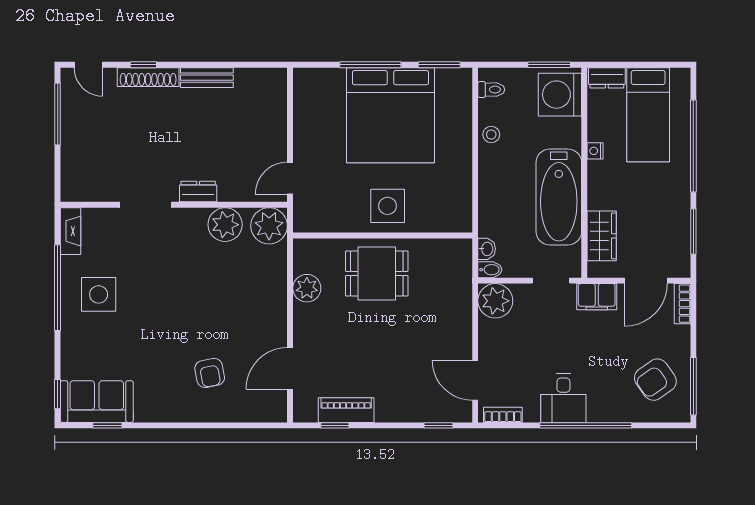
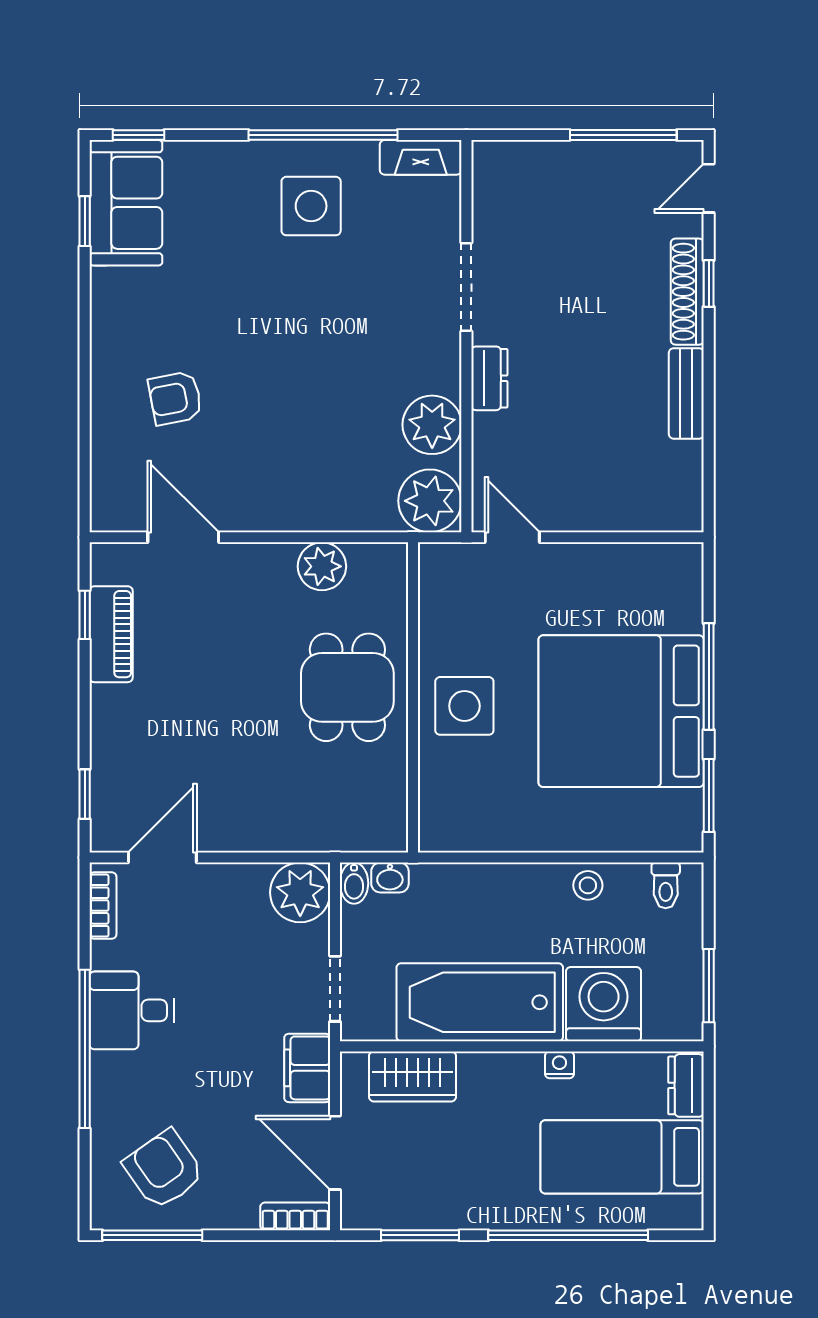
washing machine: (560, 95) -> (604, 1004), moved

